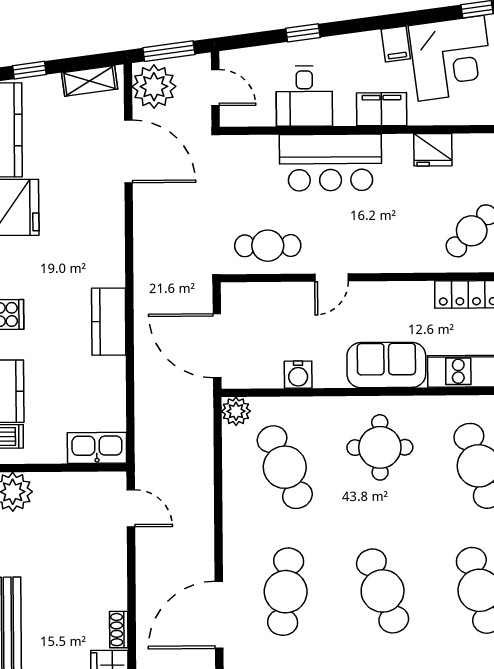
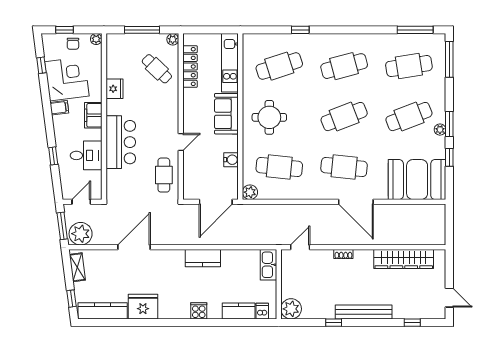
door: (128, 151) -> (134, 247), moved
door: (332, 278) -> (181, 142), hinge flipped
cafe table: (285, 467) -> (279, 167), turned 30
shoe rack: (119, 630) -> (343, 254), moved

